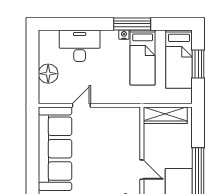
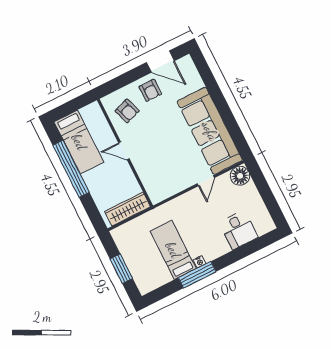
desk: (80, 46) -> (239, 230), width x0.73
bed: (179, 59) -> (140, 265), removed
floor lamp: (48, 74) -> (240, 176), moved

